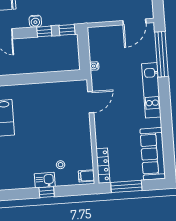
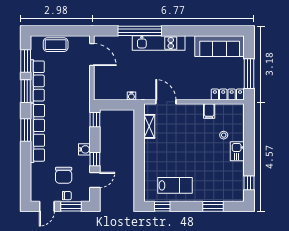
window: (44, 31) -> (95, 159), moved
window: (161, 54) -> (140, 31), moved
shelving: (64, 87) -> (149, 126), added
filing cabinet: (86, 176) -> (209, 111), moved
window: (47, 192) -> (249, 183), moved

